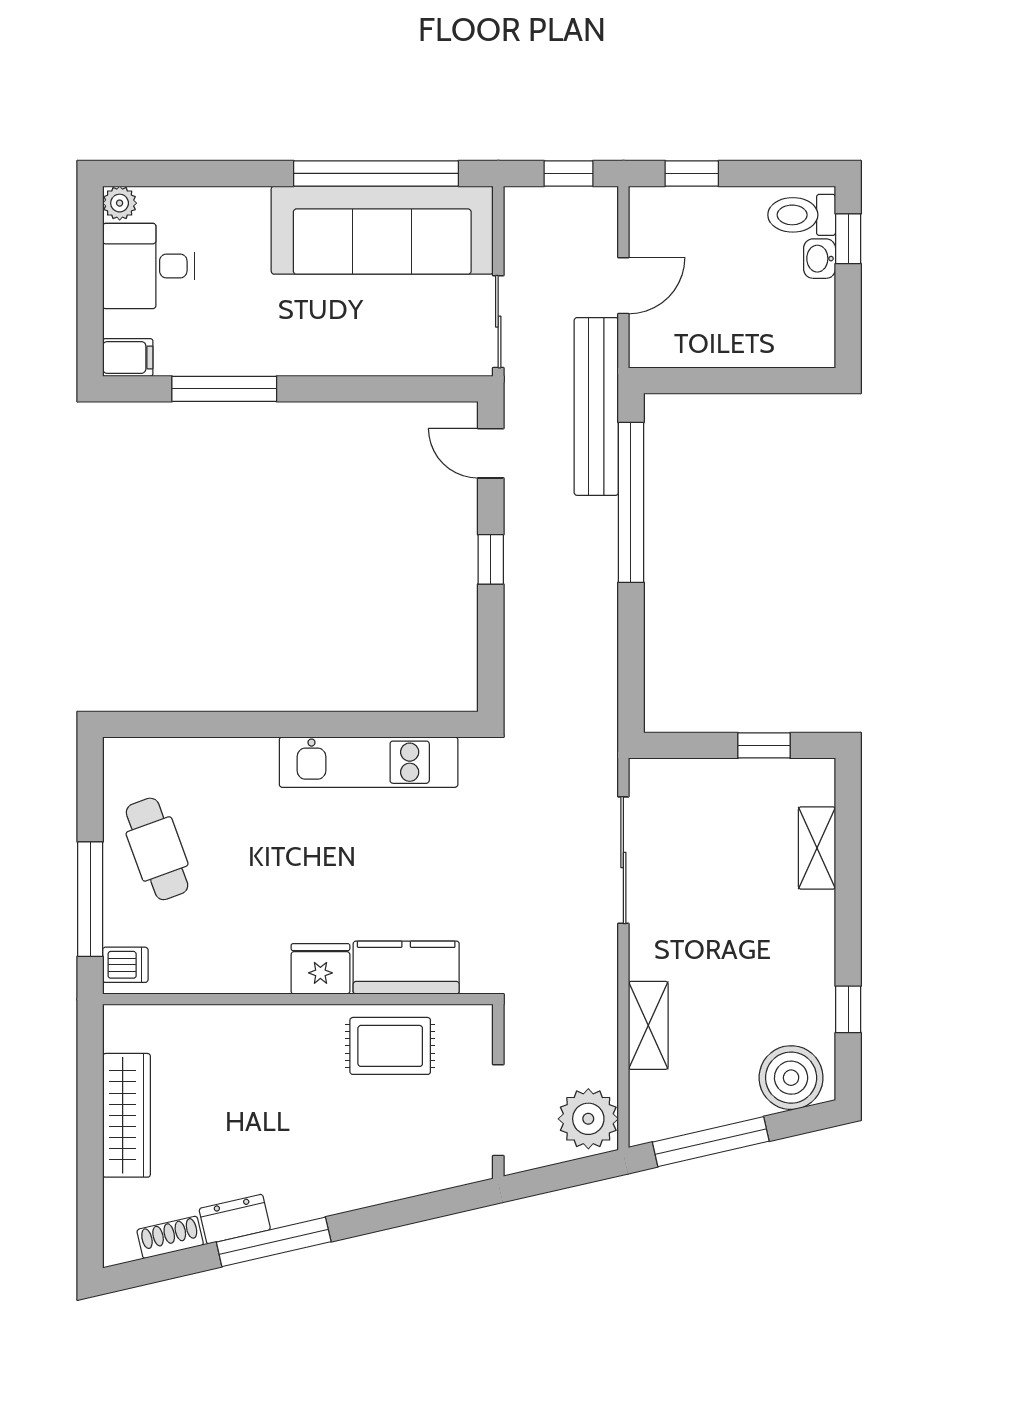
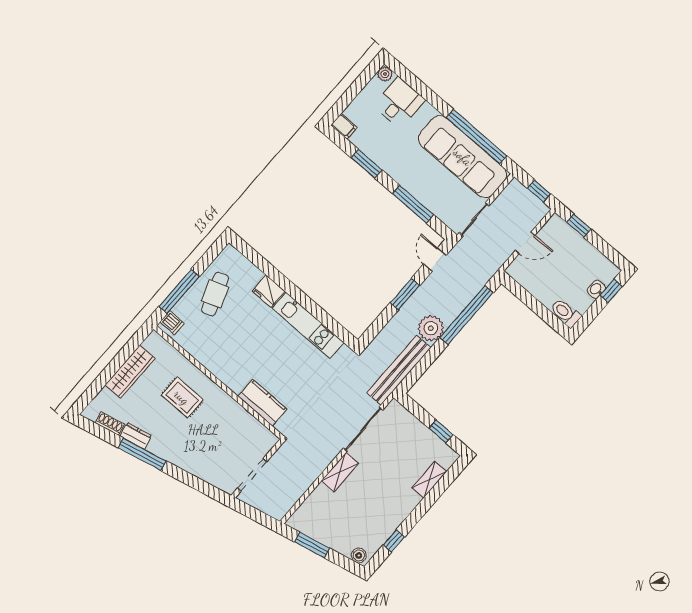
toilet: (802, 215) -> (565, 313), moved
desk: (148, 266) -> (399, 103), moved, turned 90
window: (224, 389) -> (367, 164), width x0.69
window: (368, 389) -> (413, 204), added
bench: (596, 406) -> (399, 370), moved
window: (491, 559) -> (405, 294), width x1.50
fridge: (320, 969) -> (269, 291), moved, turned 180
shelving: (648, 1025) -> (340, 472), moved
rug: (390, 1046) -> (182, 397), moved
boiler: (791, 1078) -> (359, 555), width x0.54, depth x0.54
plant: (588, 1119) -> (431, 328), moved
window: (711, 1142) -> (312, 545), width x0.69

